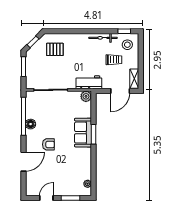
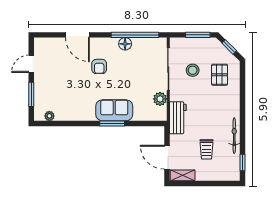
stool: (127, 45) -> (193, 70), moved
plant: (86, 96) -> (160, 99), moved
door: (46, 198) -> (31, 64), swing flipped

